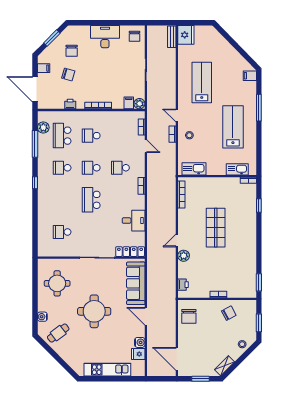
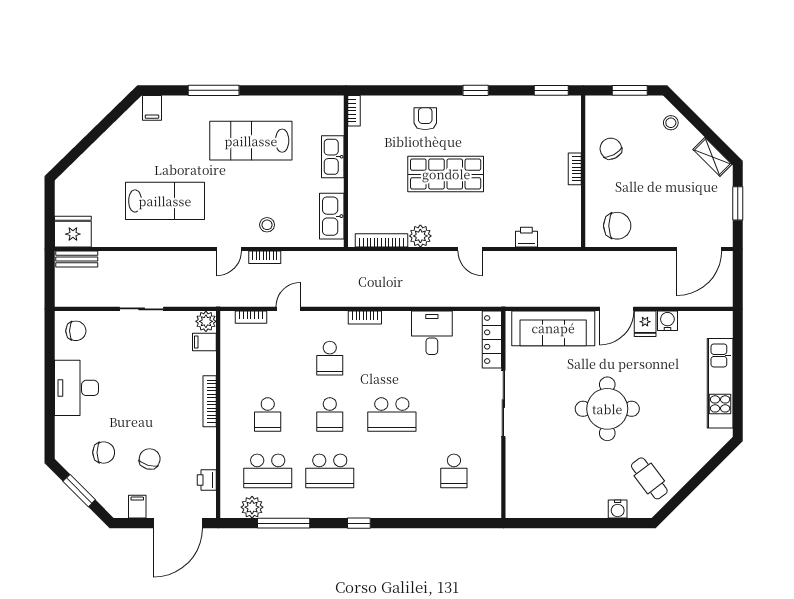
lab bench: (202, 82) -> (165, 201), turned 180
printer: (70, 104) -> (207, 480), moved
school desk: (62, 168) -> (330, 471), width x1.85
kitchen sink: (237, 169) -> (333, 157), moved
window: (259, 206) -> (476, 90), moved
armchair: (244, 217) -> (425, 119), added
plant: (184, 256) -> (420, 236), moved
round table: (57, 283) -> (553, 480), removed
printer: (183, 285) -> (526, 237), moved
fridge: (138, 354) -> (645, 324), moved

